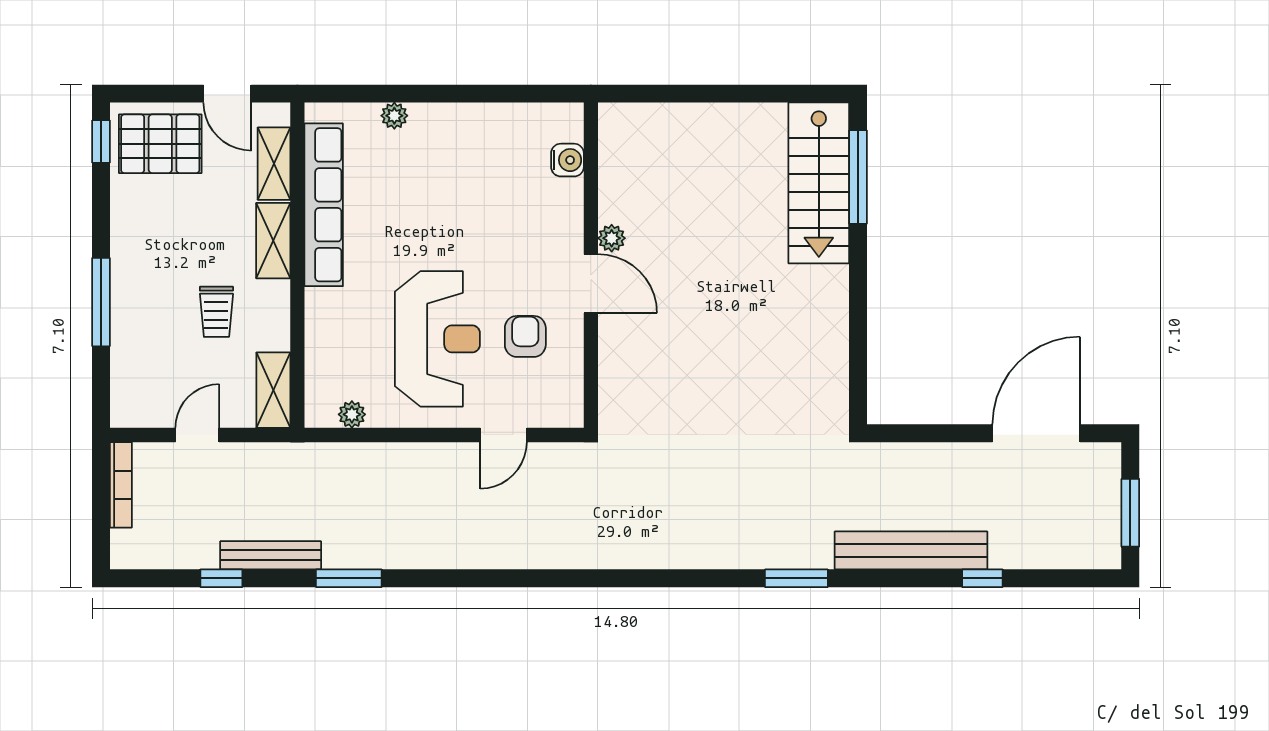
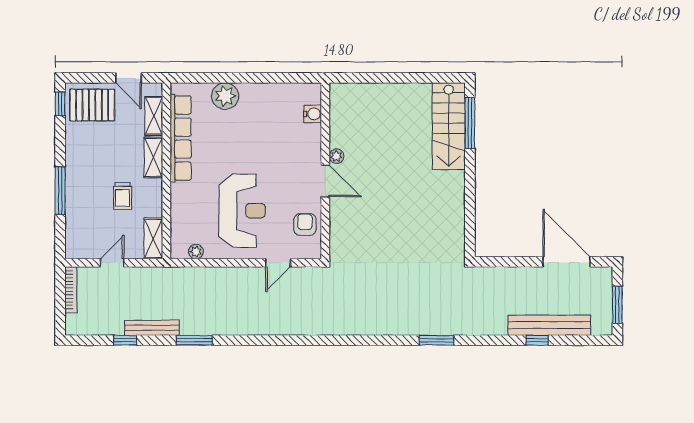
plant: (394, 116) -> (225, 96), width x1.87, depth x1.87
armchair: (525, 336) -> (305, 224), moved
door: (1036, 433) -> (566, 262), hinge flipped
bench: (911, 550) -> (549, 325), moved

